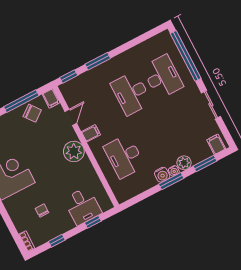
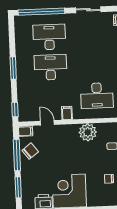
window: (98, 61) -> (13, 68), moved
desk: (131, 93) -> (51, 67), turned 180
plant: (74, 151) -> (88, 132), moved

